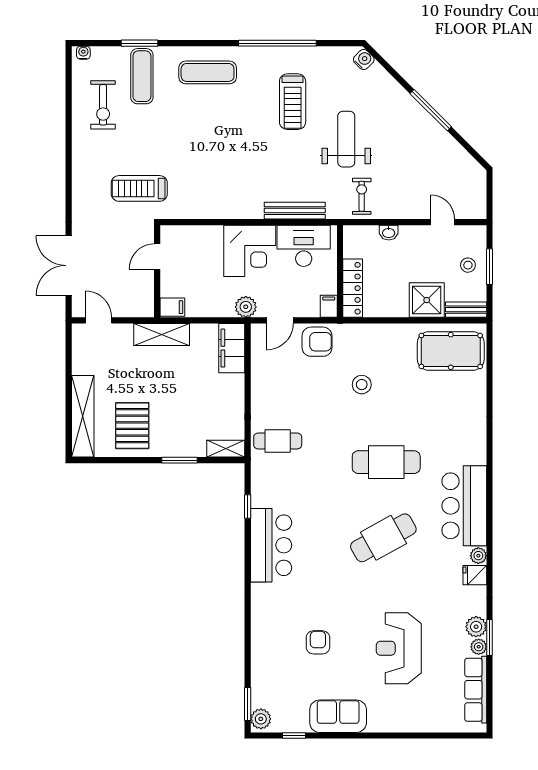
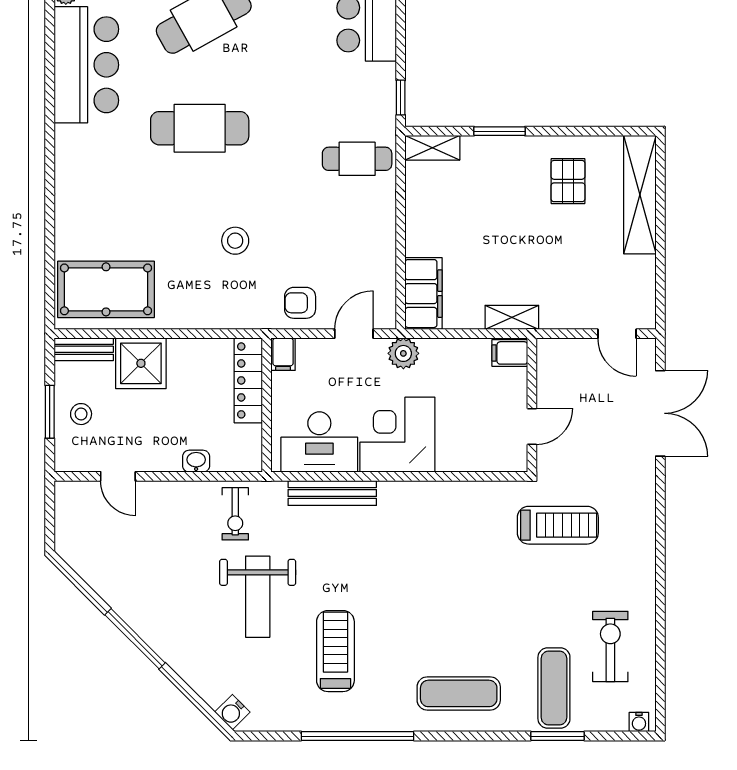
shelving: (162, 334) -> (512, 317), width x0.67, depth x0.75
armchair: (317, 342) -> (300, 303), width x0.72, depth x0.72
pallet: (132, 426) -> (568, 181), width x0.67, depth x0.71
window: (248, 506) -> (401, 98), moved

